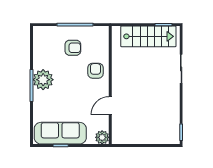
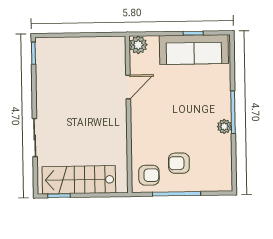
armchair: (95, 71) -> (149, 175), moved, turned -90
plant: (43, 80) -> (224, 126), width x0.53, depth x0.53

